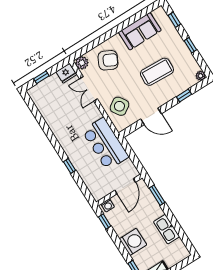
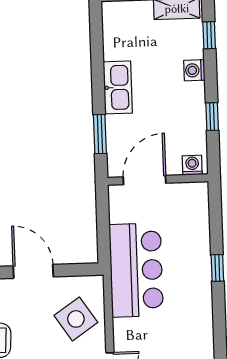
window: (105, 221) -> (212, 117), moved
kitchen sink: (167, 229) -> (118, 87), moved
washing machine: (133, 242) -> (194, 70), width x0.53, depth x0.53

